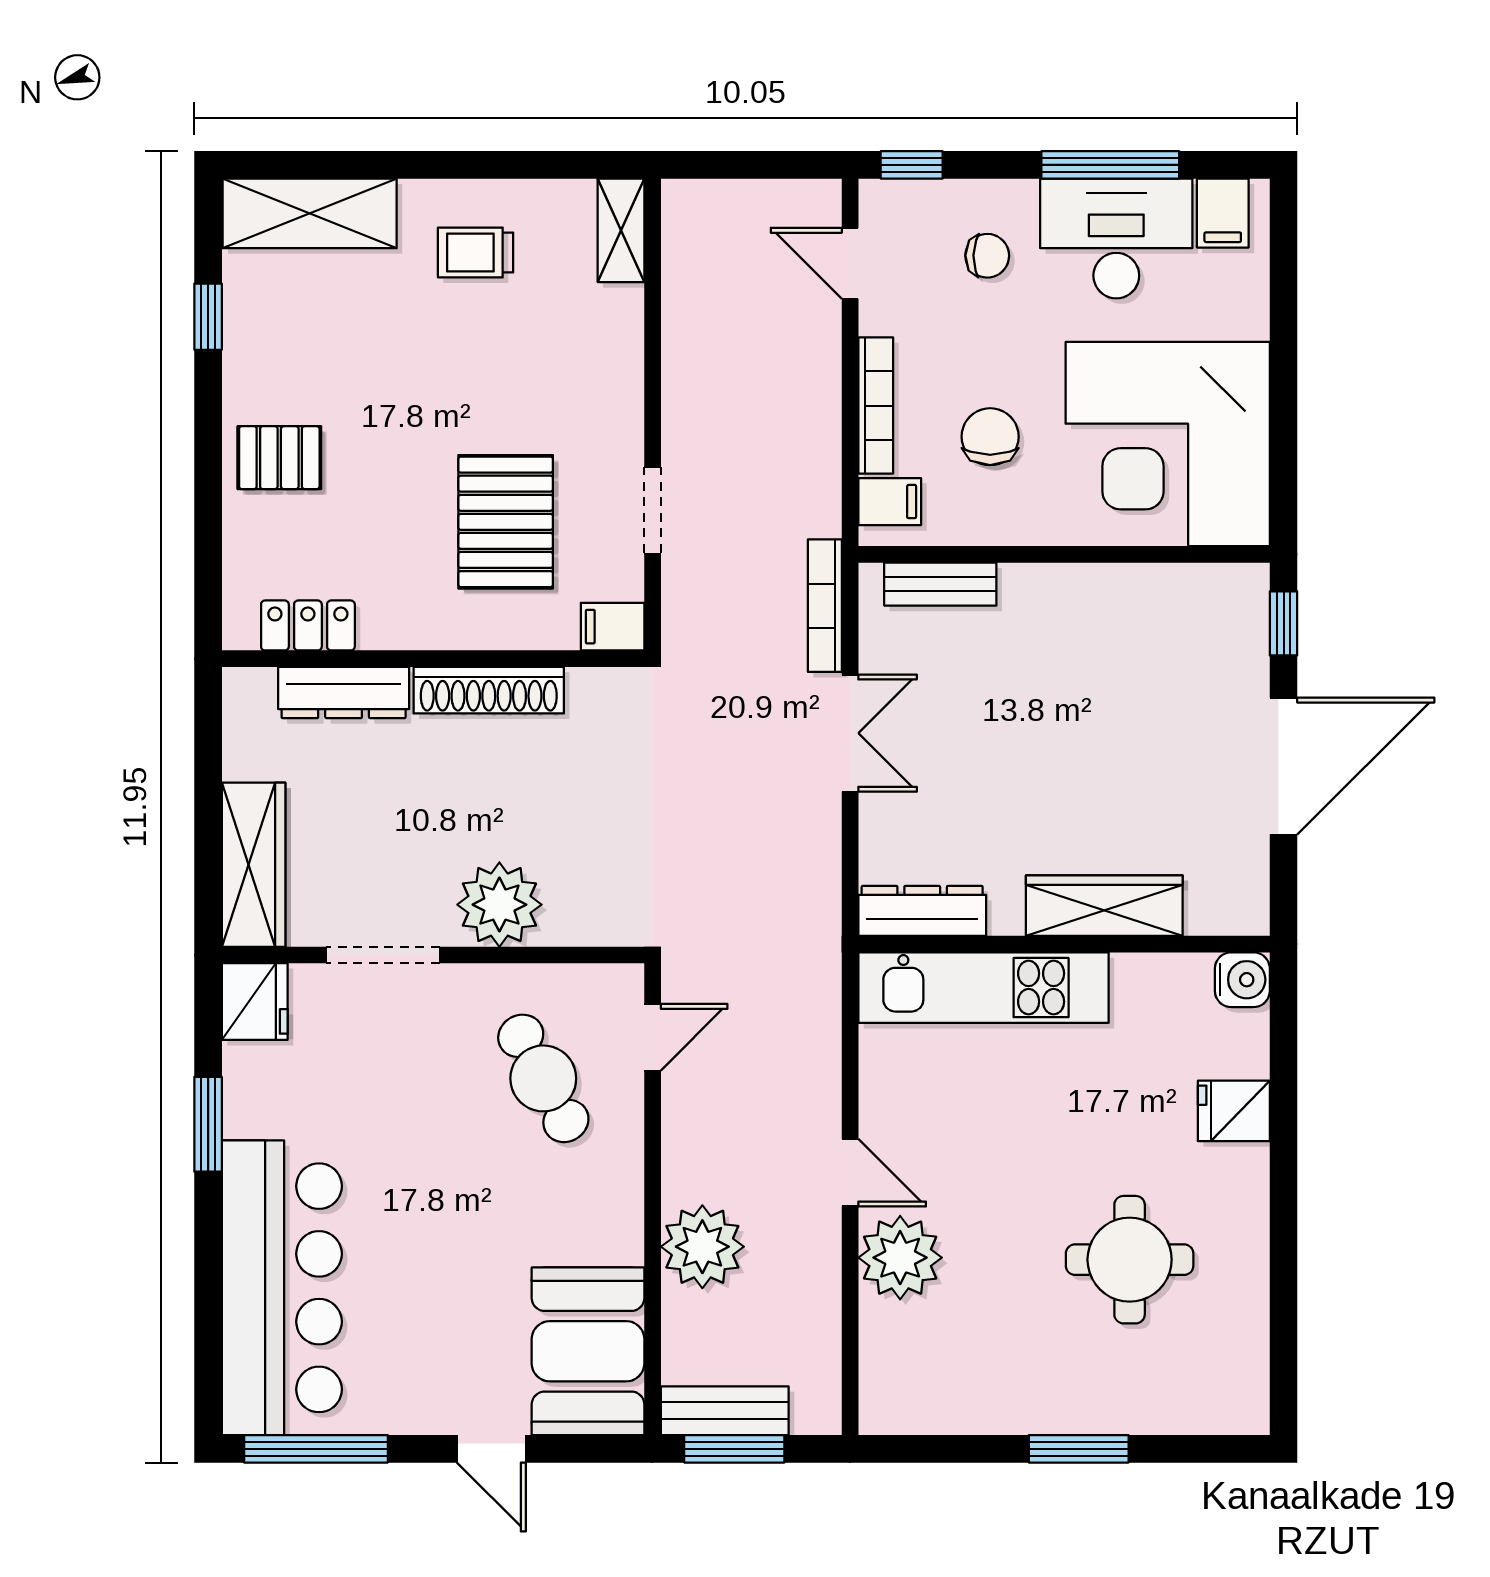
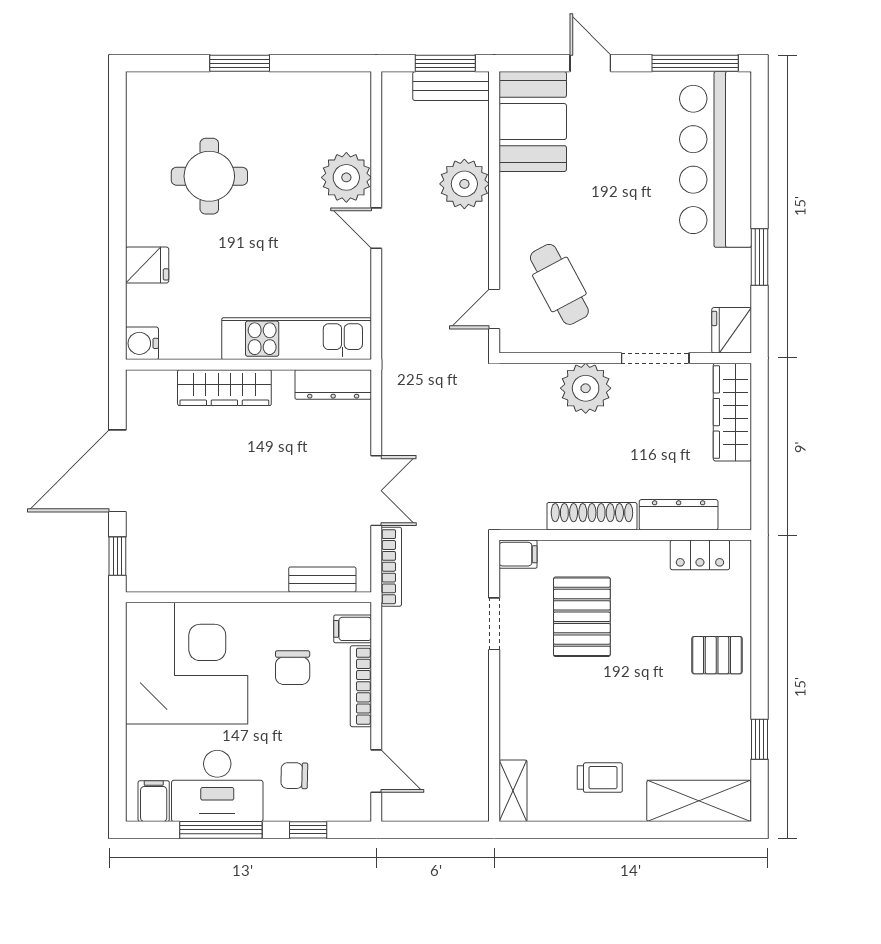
window: (912, 165) -> (308, 830), moved
double door: (850, 733) -> (376, 491), swing flipped

